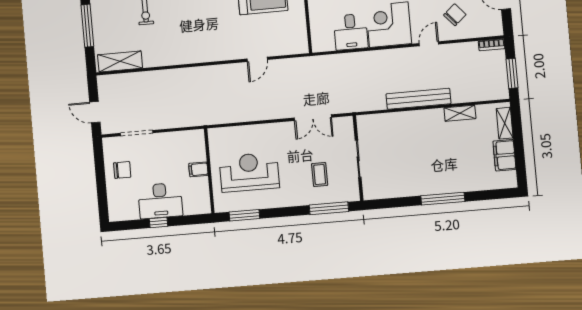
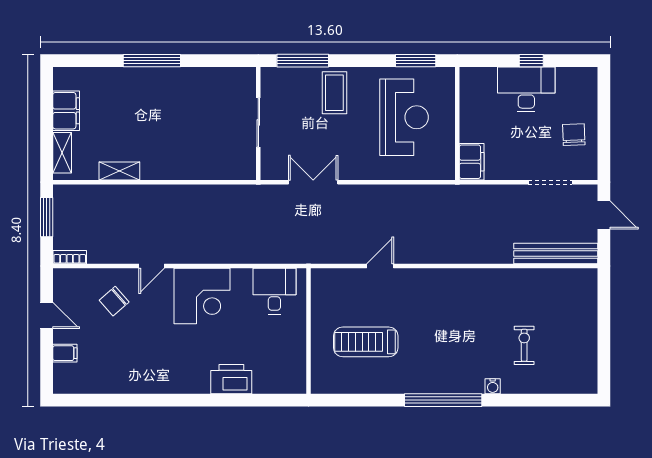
window: (87, 26) -> (604, 332), removed
desk: (351, 32) -> (274, 291), moved
shelving: (120, 61) -> (564, 280), removed
bench: (418, 99) -> (556, 253), moved
filing cabinet: (198, 169) -> (472, 162), moved, width x2.00
chair: (122, 170) -> (574, 135), turned 88
reception desk: (249, 172) -> (404, 117), turned -90
coffee table: (320, 175) -> (334, 93), moved, width x1.36, depth x1.30

